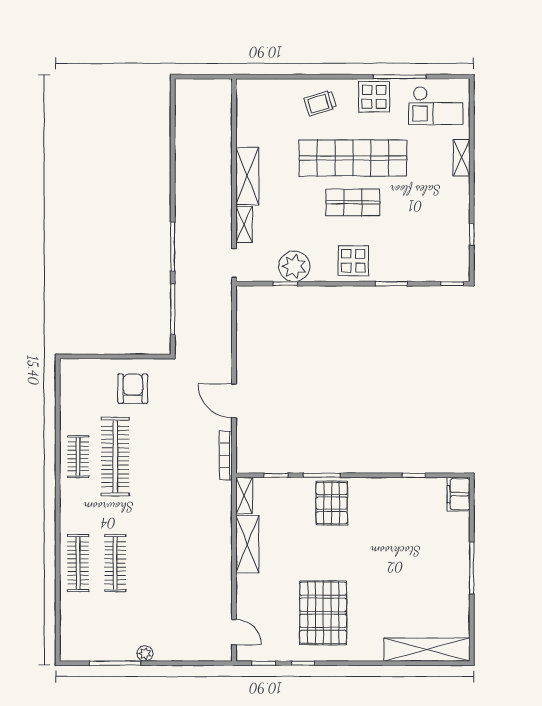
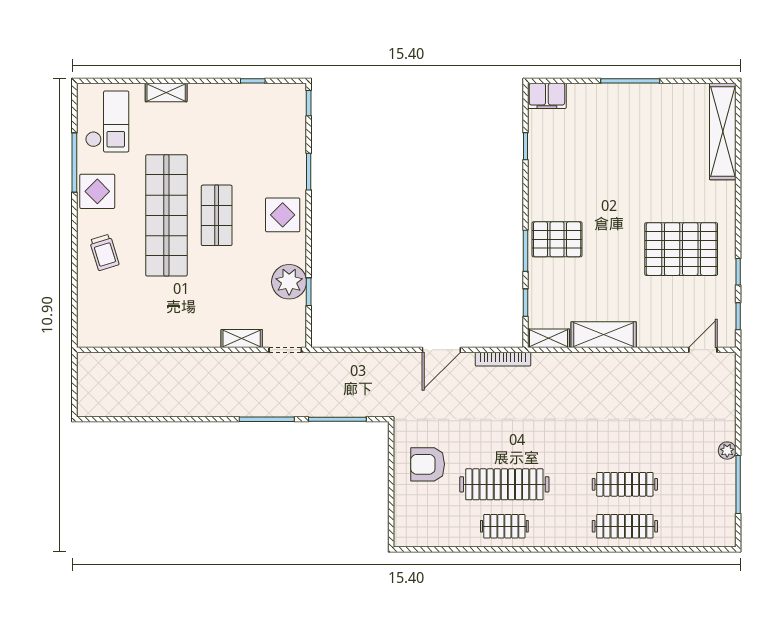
shelving: (247, 176) -> (187, 335), removed

